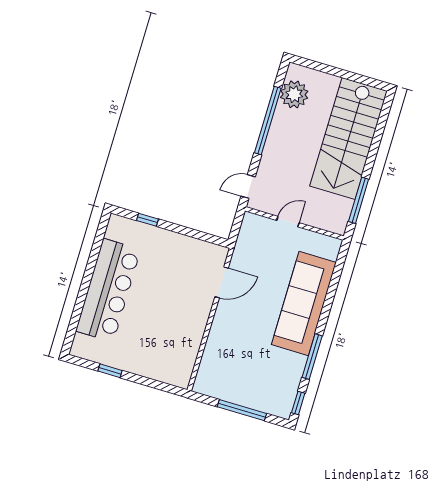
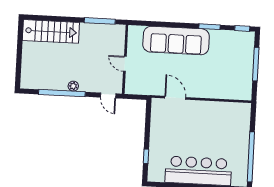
plant: (294, 94) -> (73, 86), moved, width x0.53, depth x0.53
stairs: (349, 138) -> (51, 31), width x0.73, depth x0.66
window: (312, 357) -> (210, 27), width x0.69
window: (110, 371) -> (251, 157), width x3.17

